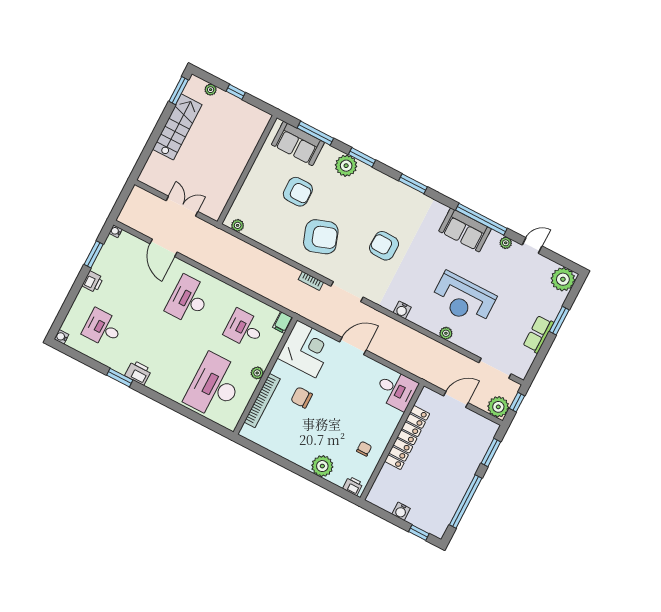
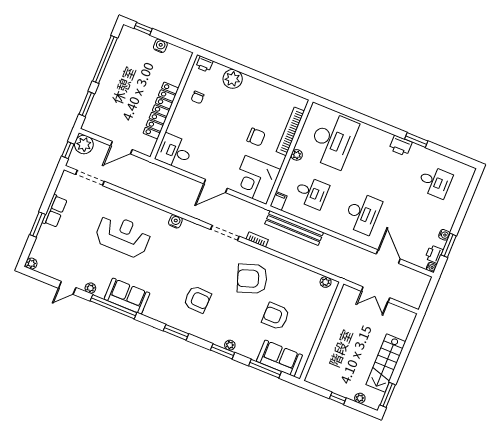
plant: (346, 166) -> (230, 345), width x0.53, depth x0.53
armchair: (384, 246) -> (197, 299), moved
plant: (563, 279) -> (31, 264), width x0.53, depth x0.53
printer: (93, 282) -> (434, 254), moved
bench: (268, 290) -> (294, 228), added
plant: (446, 333) -> (135, 205), removed
water cooler: (61, 337) -> (444, 235), moved

